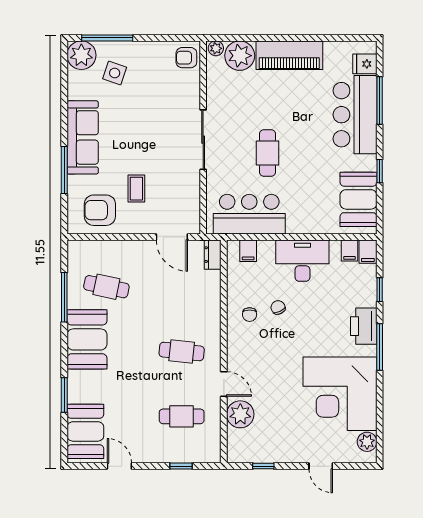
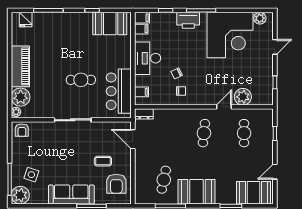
bar counter: (355, 115) -> (57, 26), removed
door: (172, 237) -> (133, 139), swing flipped

